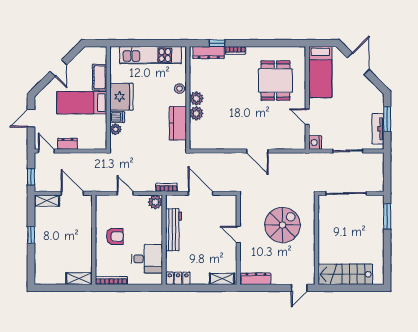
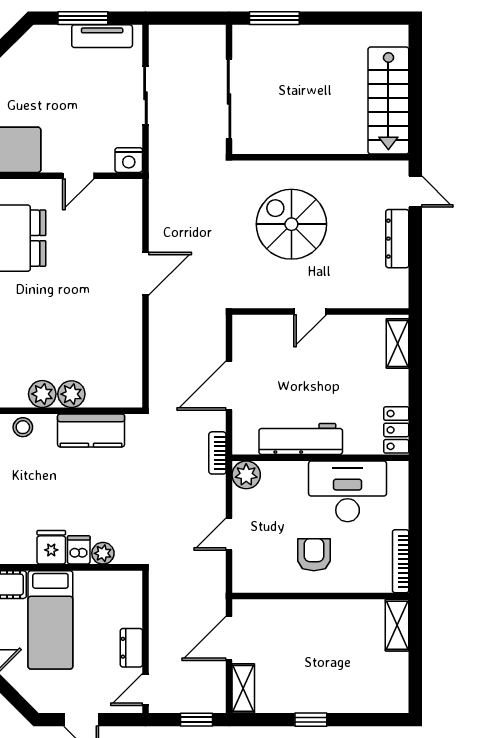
fridge: (121, 97) -> (51, 547), width x0.53, depth x0.75
desk: (147, 259) -> (348, 491), width x1.37
dresser: (256, 279) -> (397, 239), moved

